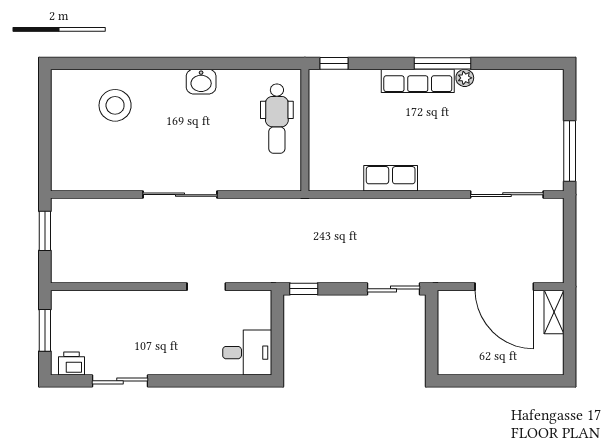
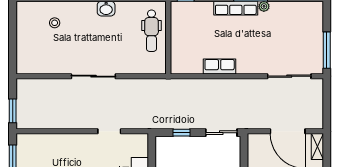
stool: (115, 105) -> (55, 23), width x0.53, depth x0.53
window: (45, 231) -> (13, 111), moved
window: (304, 289) -> (181, 133), moved

